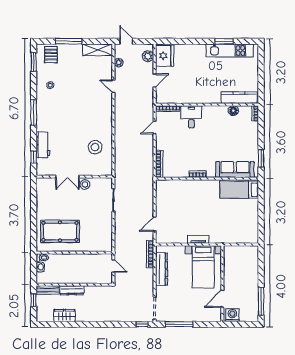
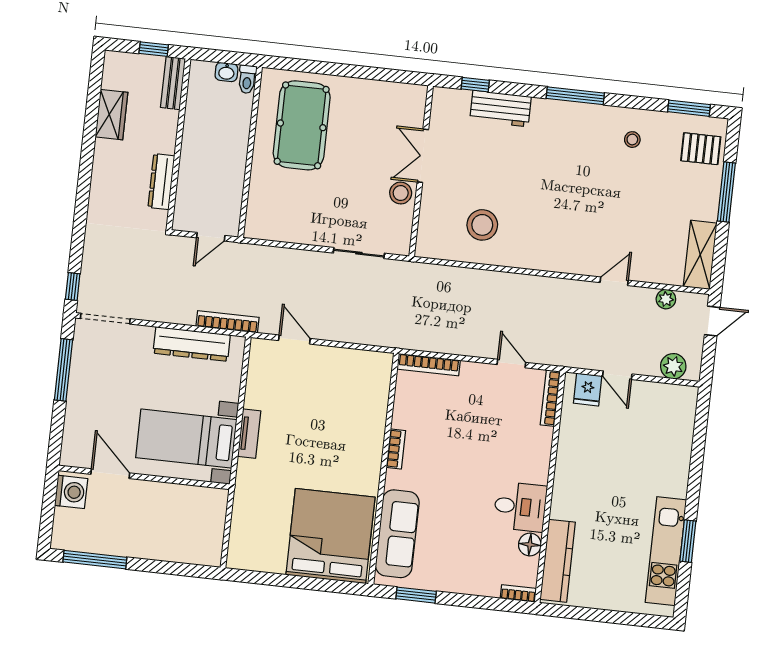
fridge: (165, 56) -> (588, 390), moved, width x0.53, depth x0.75
desk: (191, 117) -> (520, 507), moved
bed: (239, 190) -> (330, 536), width x2.04
dresser: (72, 290) -> (161, 182), moved

